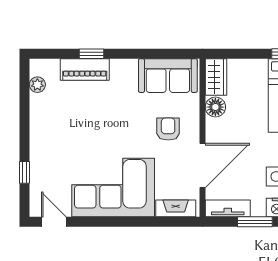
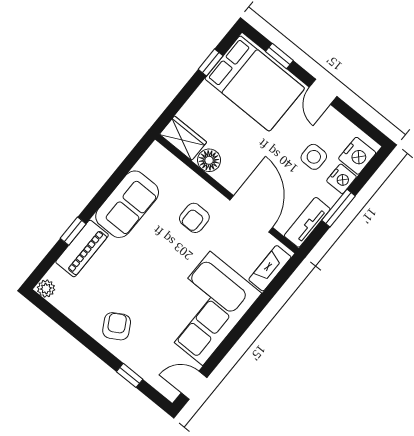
sofa: (168, 76) -> (127, 204), moved
plant: (37, 85) -> (46, 289), moved
armchair: (168, 129) -> (194, 218), turned -90
armchair: (51, 136) -> (117, 326), added

